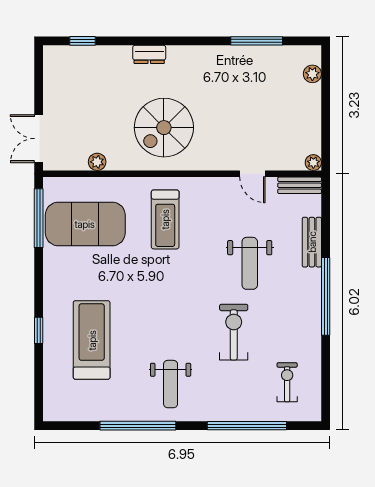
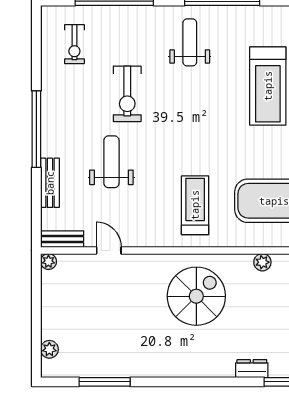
dresser: (149, 54) -> (252, 369), moved

